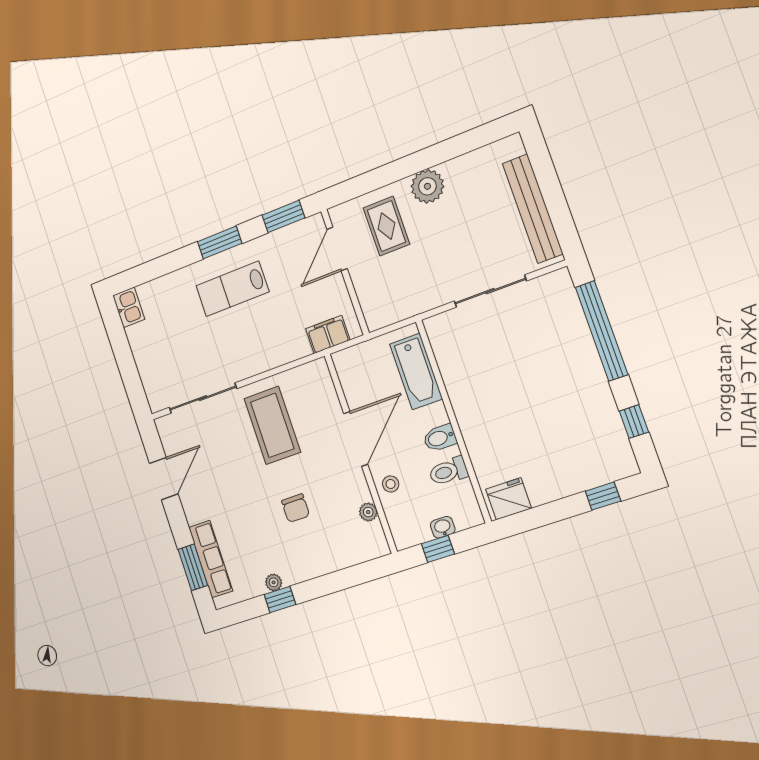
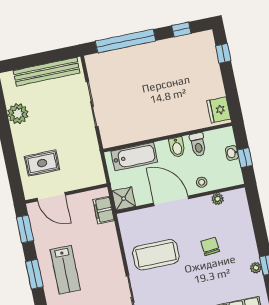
plant: (427, 186) -> (18, 114), moved
shower: (349, 364) -> (124, 199), added
chair: (296, 508) -> (210, 246), turned -95

